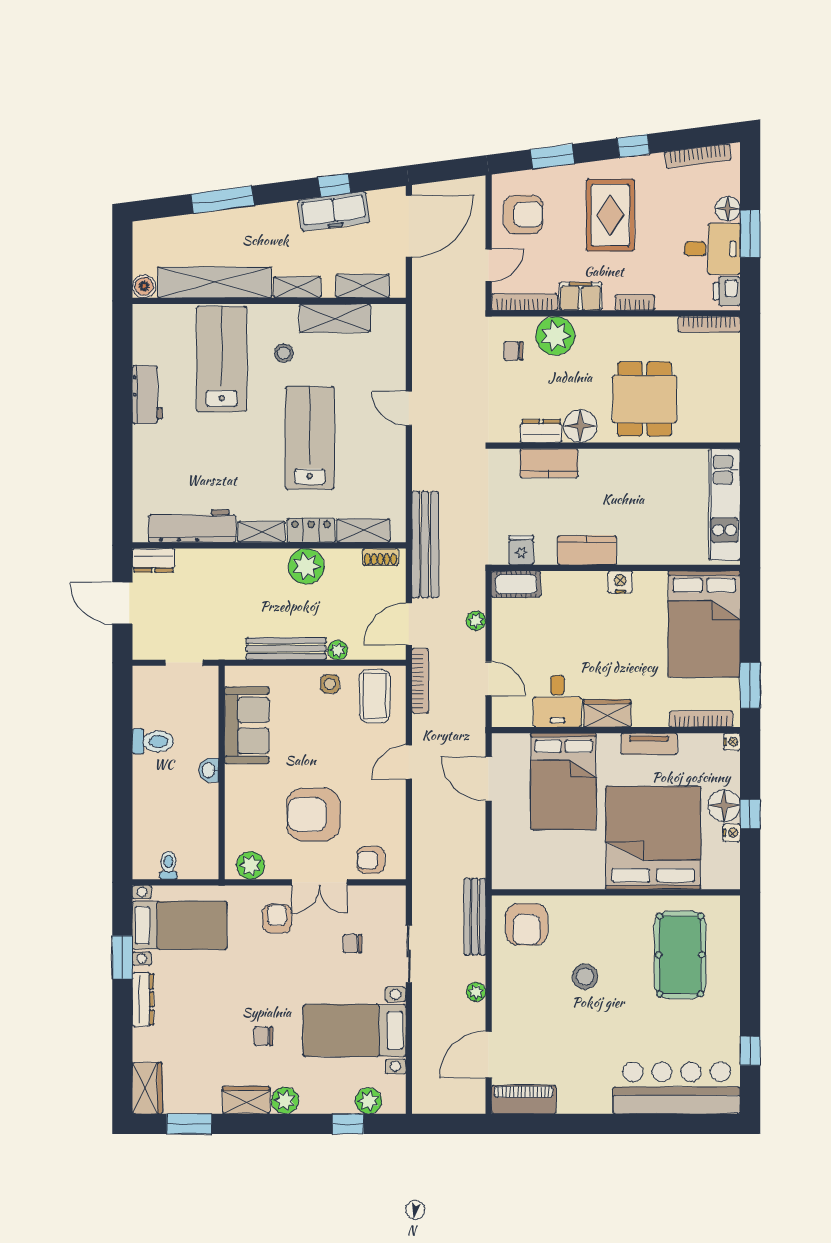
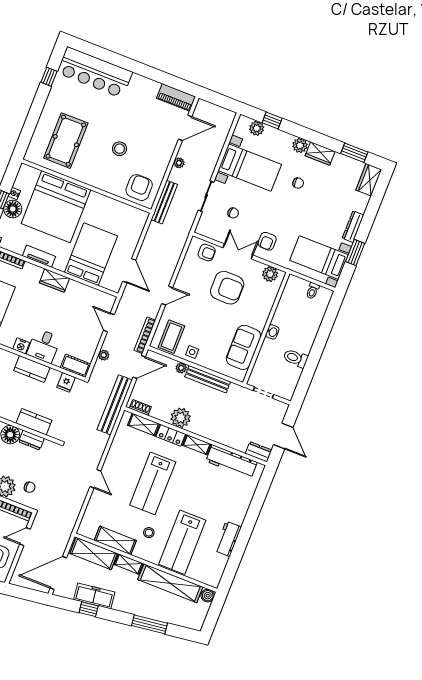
shelving: (363, 286) -> (94, 553), width x1.50, depth x1.33
desk: (557, 701) -> (44, 346), moved, turned 180

